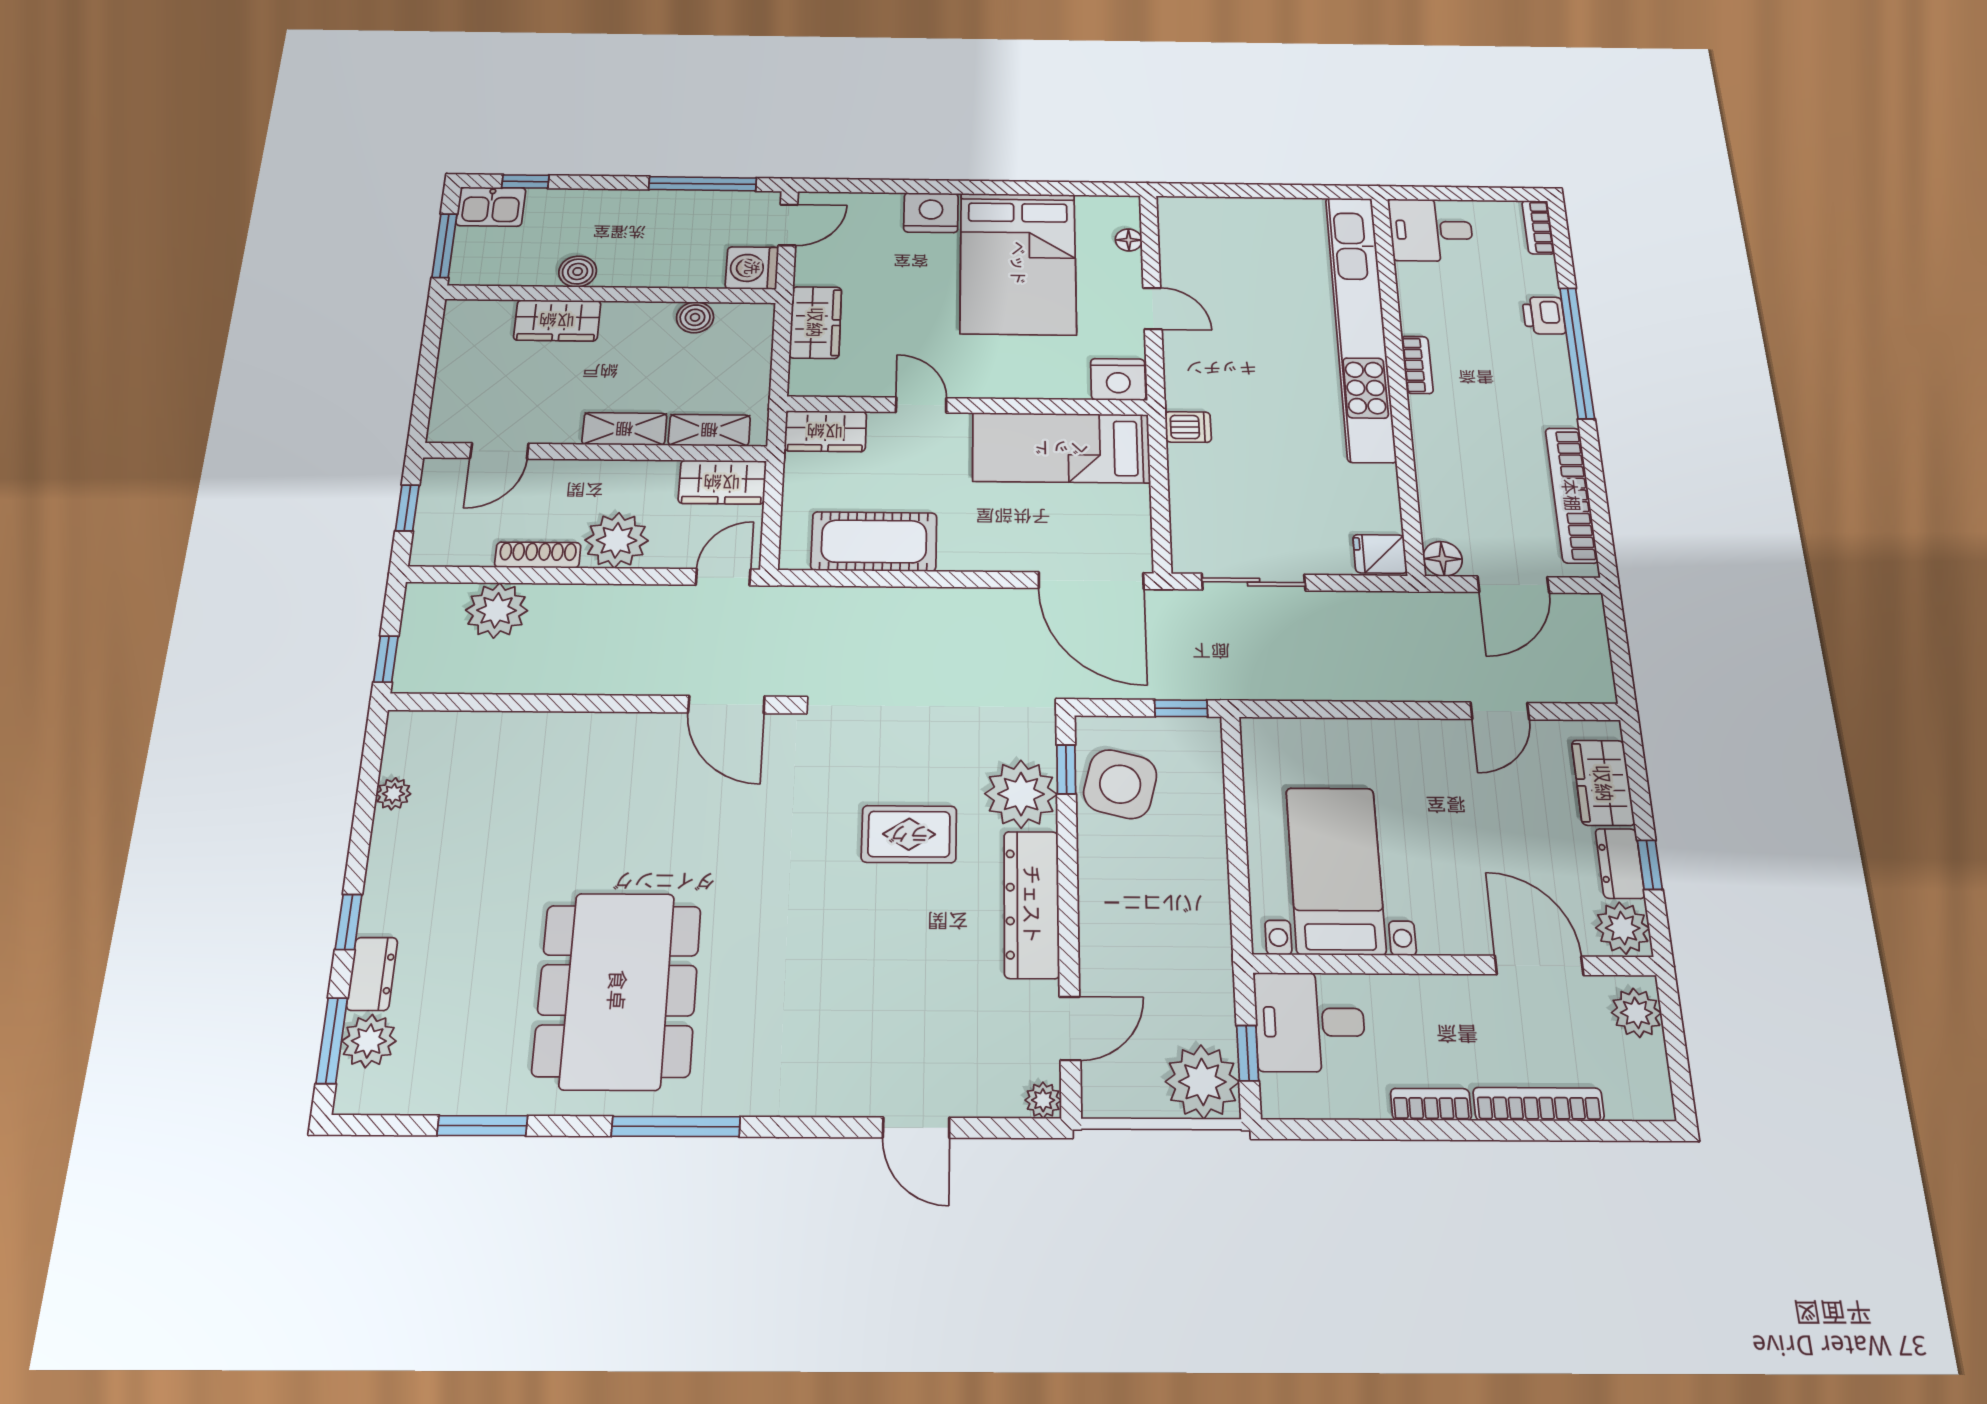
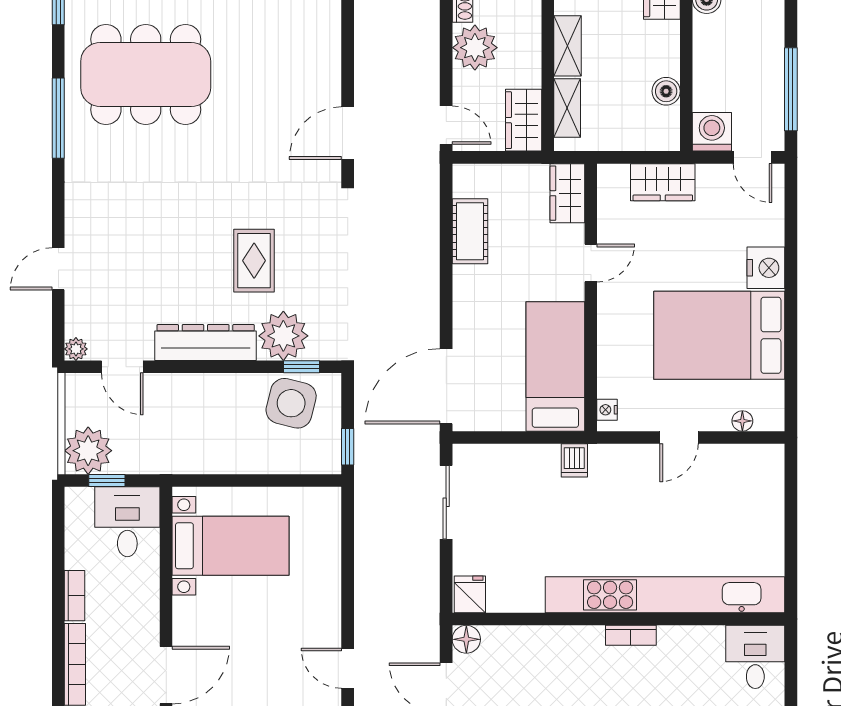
nightstand: (1118, 379) -> (607, 410), width x0.53, depth x0.56
cot: (874, 541) -> (470, 231), width x0.73, depth x0.75

